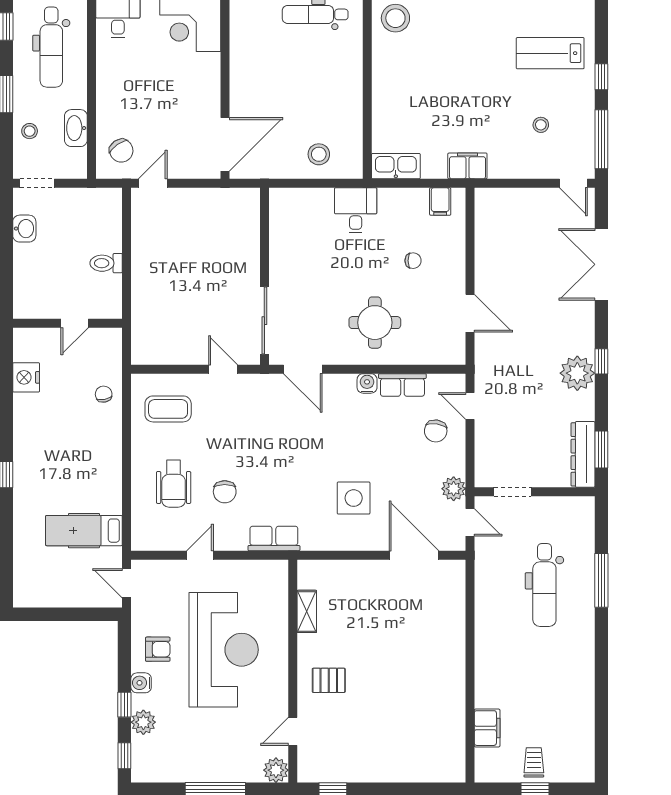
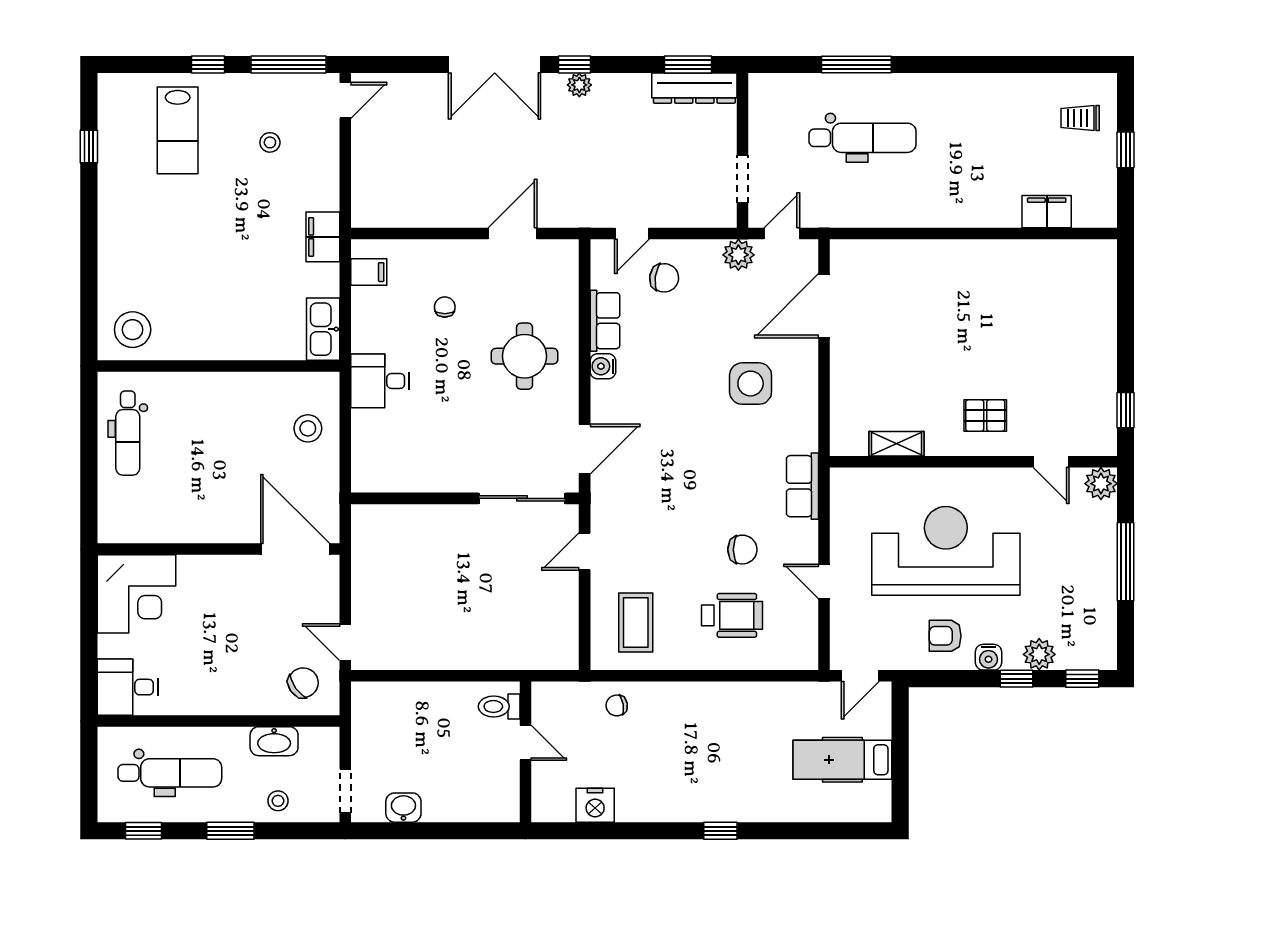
toilet: (106, 263) -> (499, 706), moved, turned 90
double door: (601, 264) -> (495, 65), moved
plant: (577, 373) -> (579, 85), width x0.53, depth x0.53
hospital bed: (84, 531) -> (842, 760), moved, turned 90
armchair: (158, 649) -> (945, 636), turned -90
pallet: (329, 680) -> (985, 416), turned 90
trolley: (534, 762) -> (1080, 118), moved

